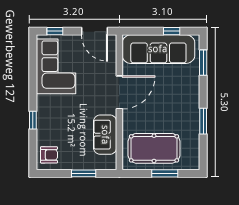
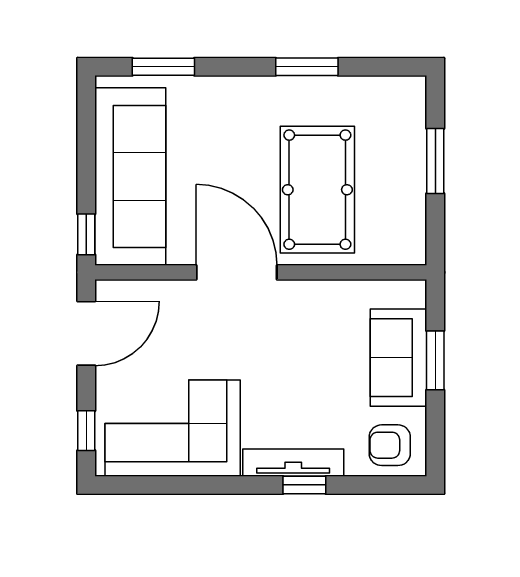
window: (172, 31) -> (86, 234), moved
tv unit: (42, 116) -> (293, 463), added
sofa: (105, 135) -> (398, 358), moved, turned 90
pool table: (154, 148) -> (317, 190), moved
armchair: (49, 155) -> (390, 445), turned -90

